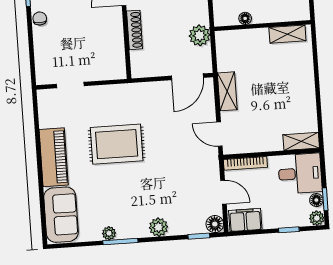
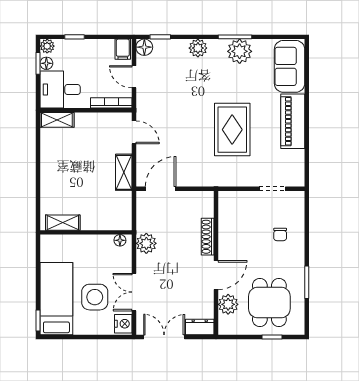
chair: (40, 18) -> (280, 234), moved
floor lamp: (245, 18) -> (120, 240), moved
plant: (200, 35) -> (146, 243), moved
rug: (117, 144) -> (232, 130), turned 90
filing cabinet: (245, 220) -> (123, 49), width x0.50
plant: (109, 233) -> (240, 51), width x1.88, depth x1.88

